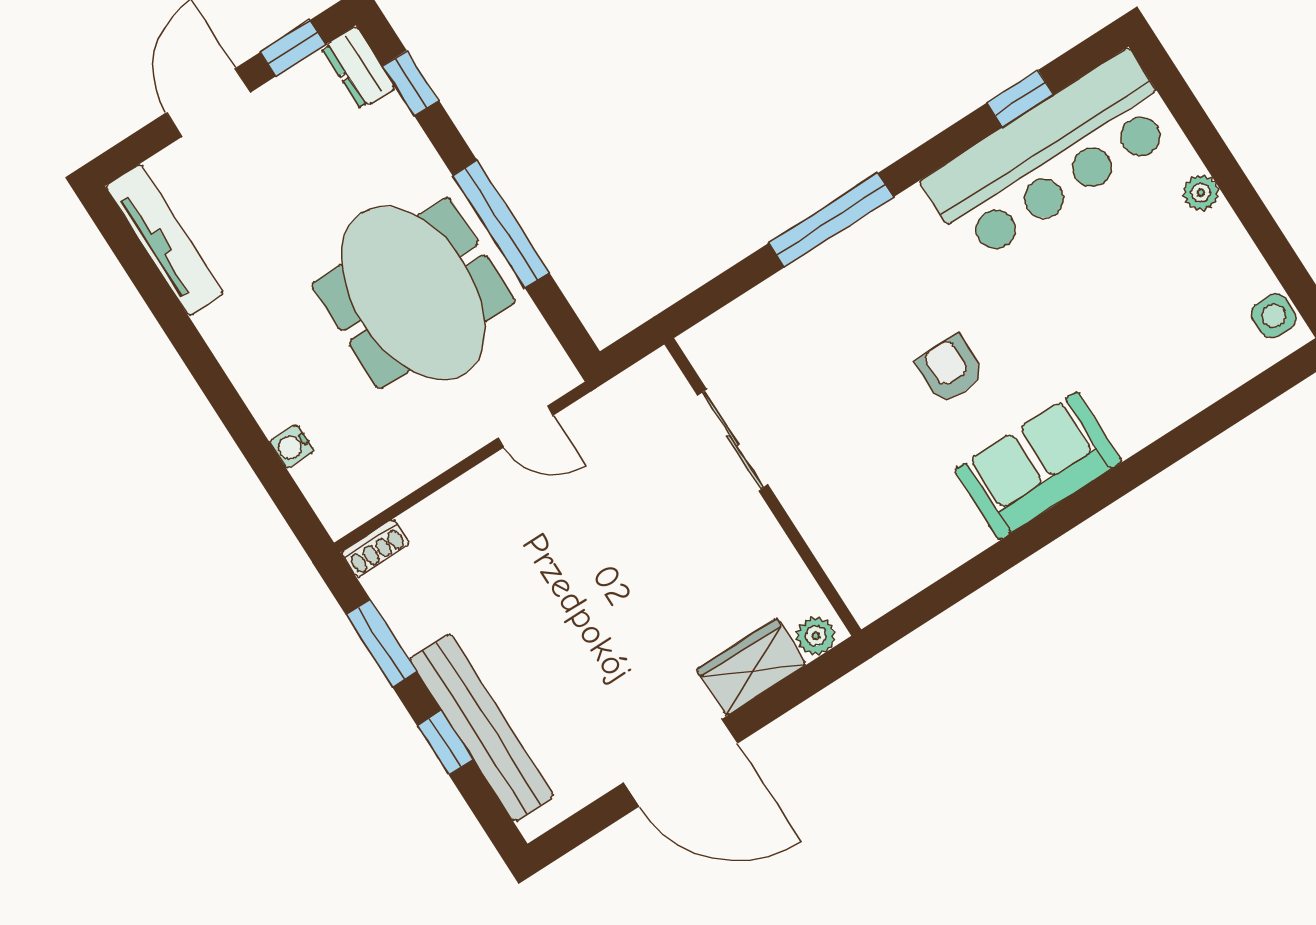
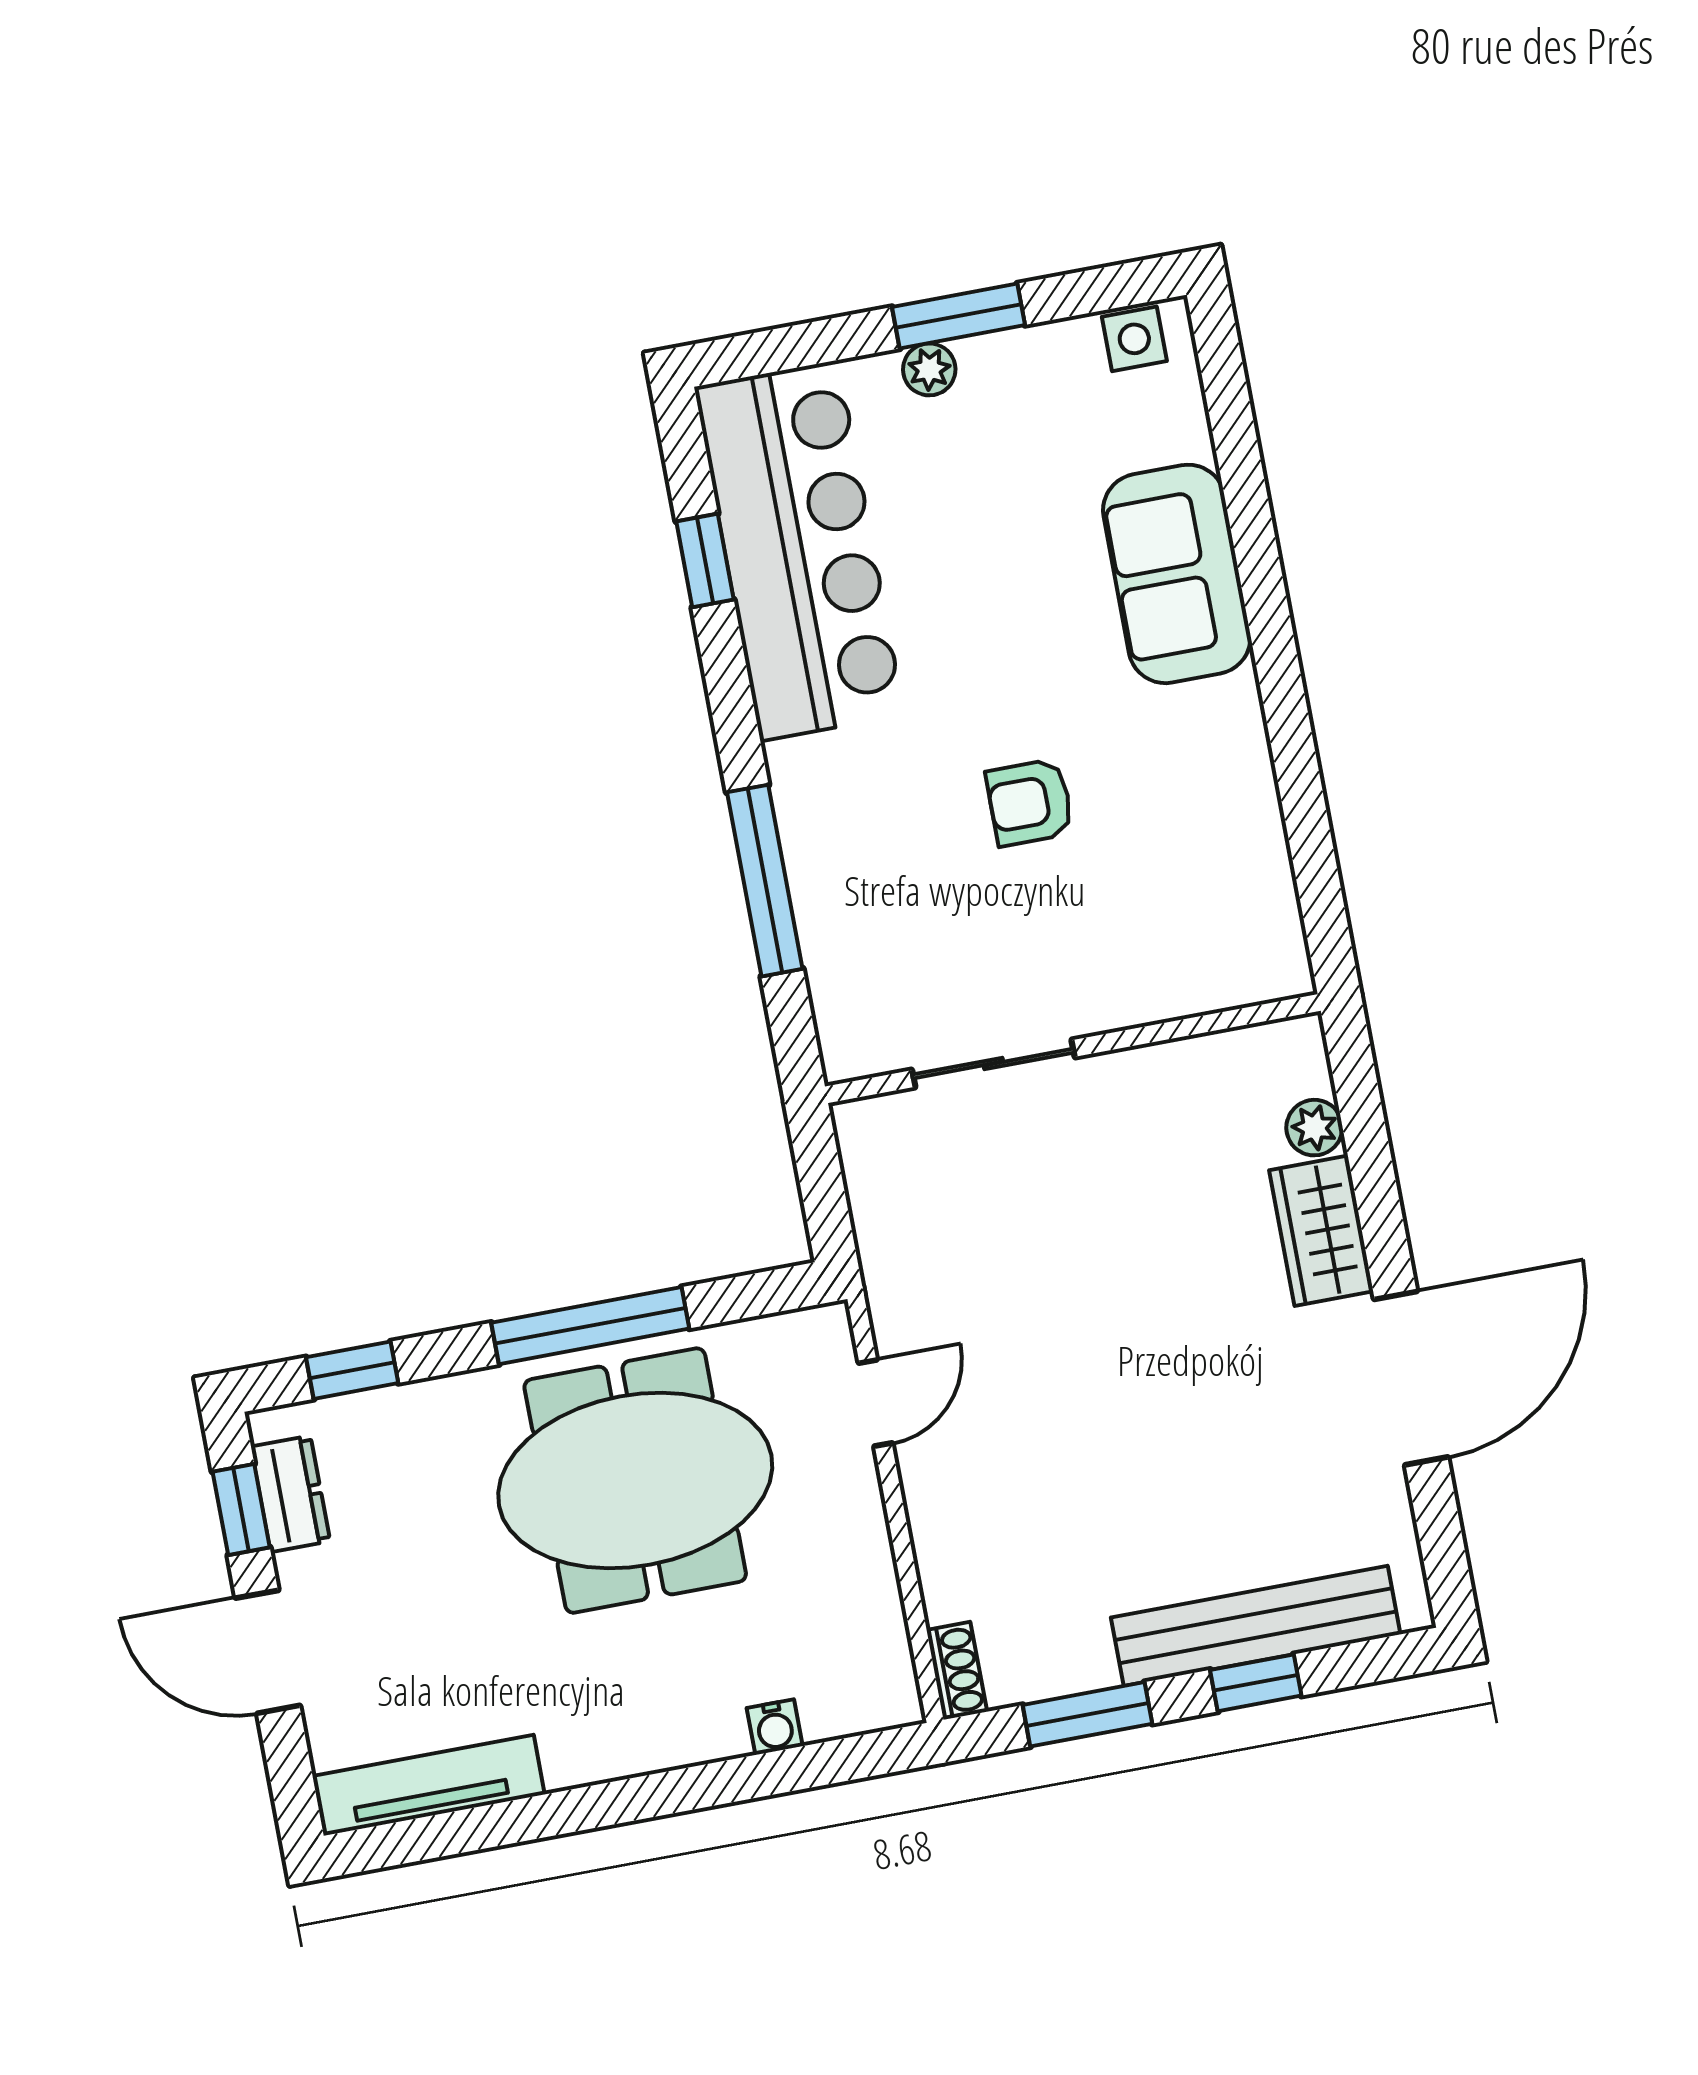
dresser: (358, 68) -> (290, 1494), moved, turned -90
window: (1243, 197) -> (959, 316), added
sliding door: (733, 440) -> (993, 1063), moved
sofa: (1038, 466) -> (1177, 574), moved
wall: (763, 487) -> (1073, 1049), moved

